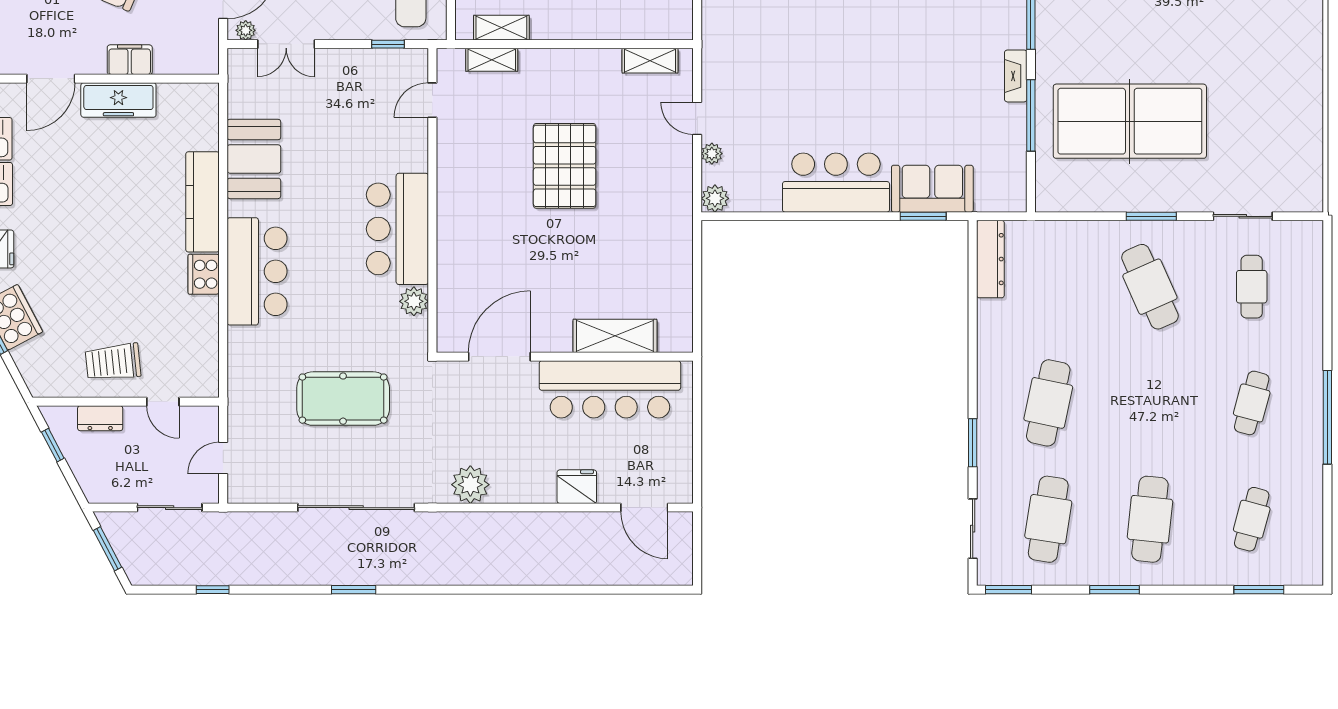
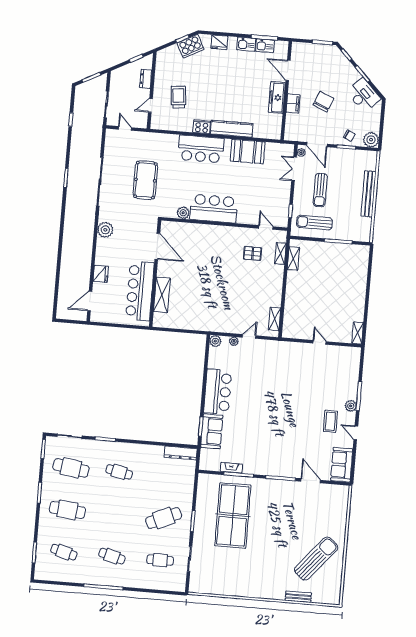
fireplace: (1016, 76) -> (231, 468), moved
pallet: (565, 166) -> (253, 253), moved, width x0.49, depth x0.50
trolley: (113, 362) -> (178, 97), moved
cafe table: (1048, 403) -> (119, 472), width x0.73, depth x0.74

